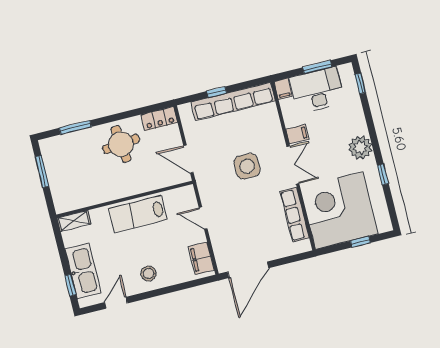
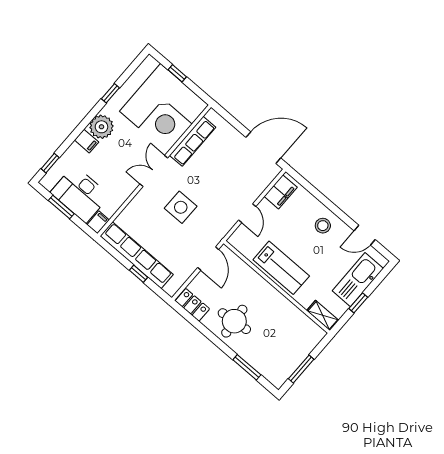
filing cabinet: (297, 134) -> (87, 141), moved, turned 180
window: (70, 285) -> (358, 303), moved

